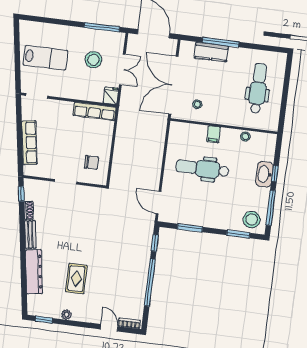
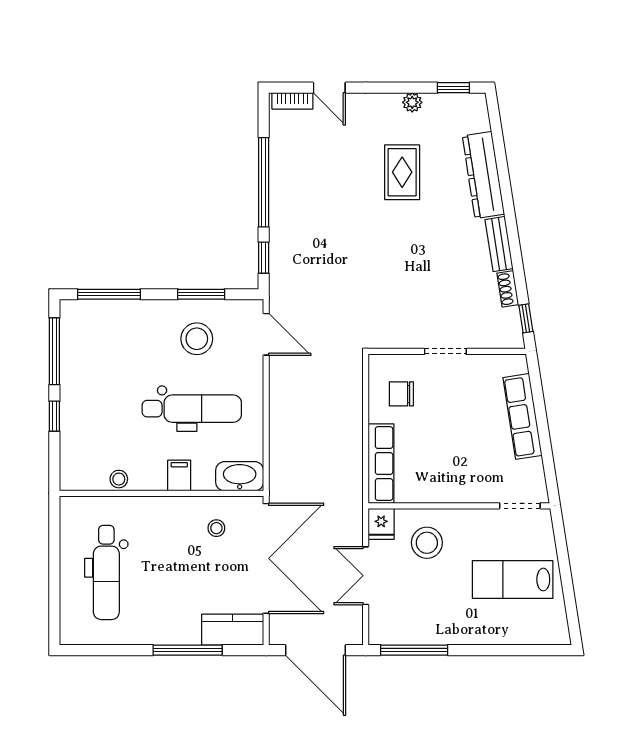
kitchen counter: (211, 52) -> (233, 630), moved
stool: (93, 60) -> (427, 543), moved
row of seats: (95, 111) -> (381, 464), moved, turned 90
washbasin: (264, 174) -> (240, 476), moved, turned -90
stool: (252, 219) -> (197, 339), moved
window: (238, 234) -> (109, 294), width x1.44

